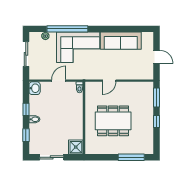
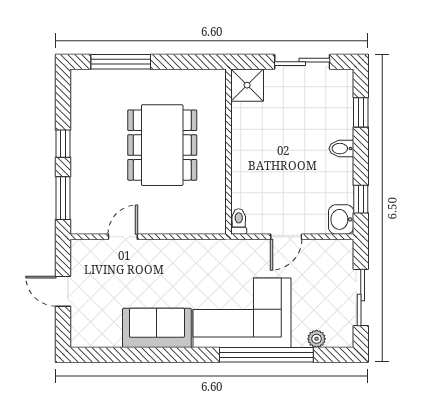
sofa: (121, 41) -> (157, 328), width x0.73
door: (109, 81) -> (123, 237), moved
window: (26, 109) -> (361, 199), moved
dining table: (113, 121) -> (162, 145), turned 90

